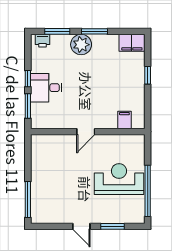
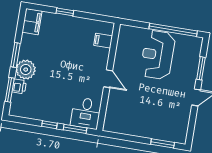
printer: (42, 41) -> (19, 86), moved
desk: (46, 88) -> (86, 113), moved
window: (28, 199) -> (163, 143), width x0.69

